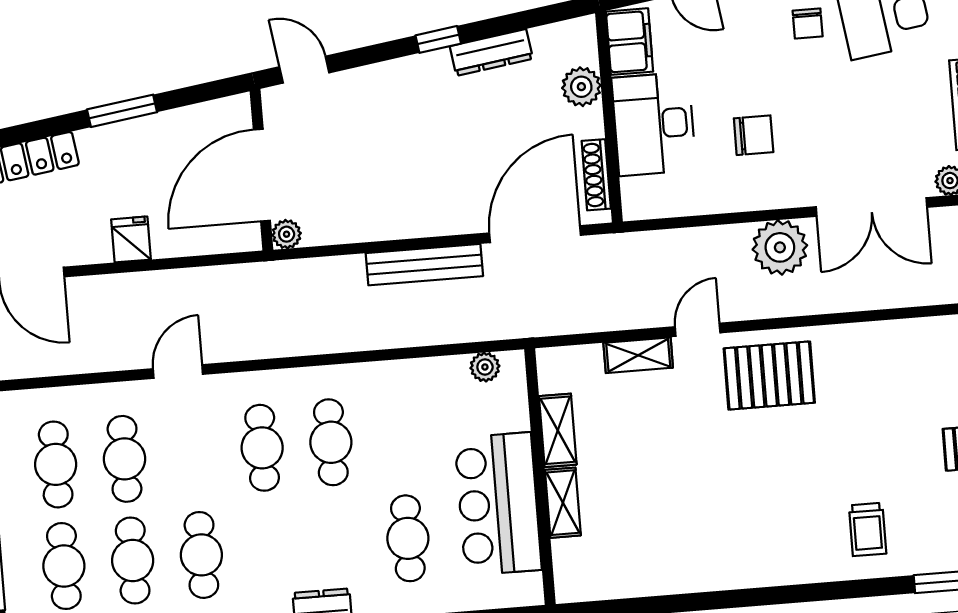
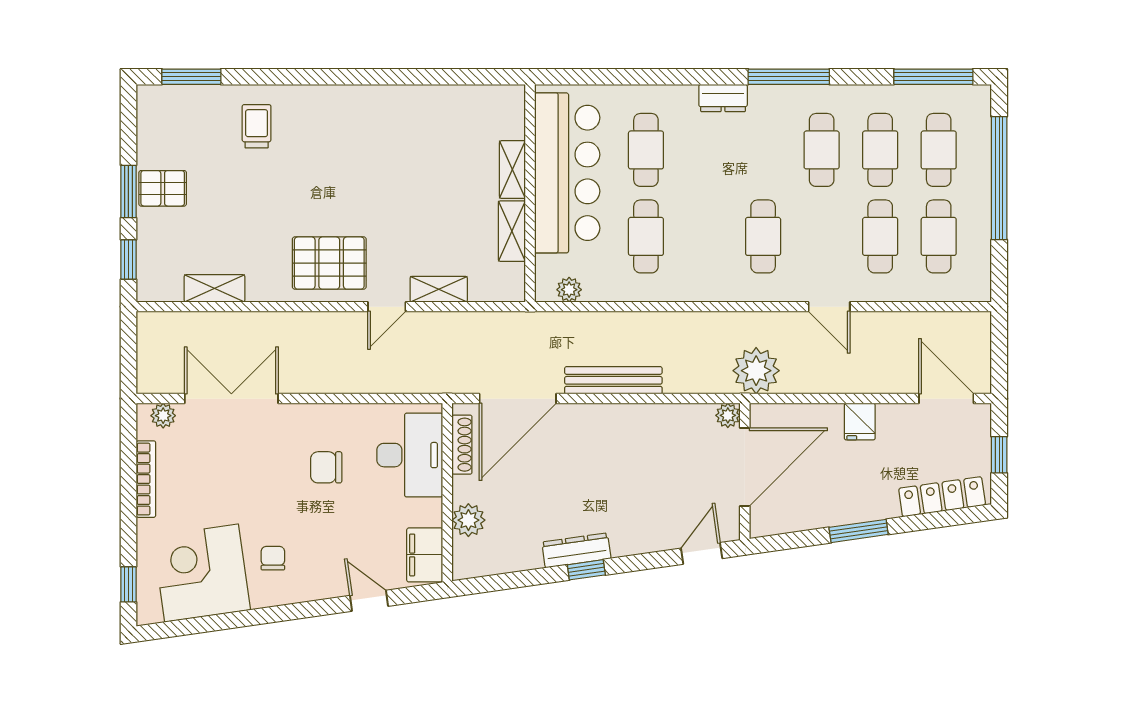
dresser: (491, 52) -> (576, 550), moved
door: (304, 70) -> (702, 553), swing flipped
desk: (654, 124) -> (410, 455), moved
plant: (780, 247) -> (756, 371), moved
shelving: (902, 335) -> (214, 288), added
door: (178, 372) -> (829, 307), hinge flipped
cafe table: (331, 442) -> (646, 236), moved
bar counter: (498, 504) -> (567, 173), width x1.36

